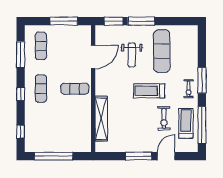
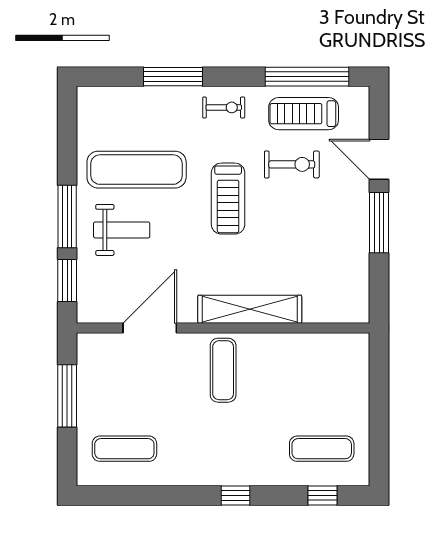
window: (21, 55) -> (145, 496), removed
weight bench: (132, 55) -> (122, 230), moved
door: (93, 57) -> (150, 328), hinge flipped
window: (202, 80) -> (173, 77), moved
exercise mat: (41, 89) -> (322, 449), moved
shelving: (101, 119) -> (250, 309), moved
window: (54, 156) -> (379, 419), removed

